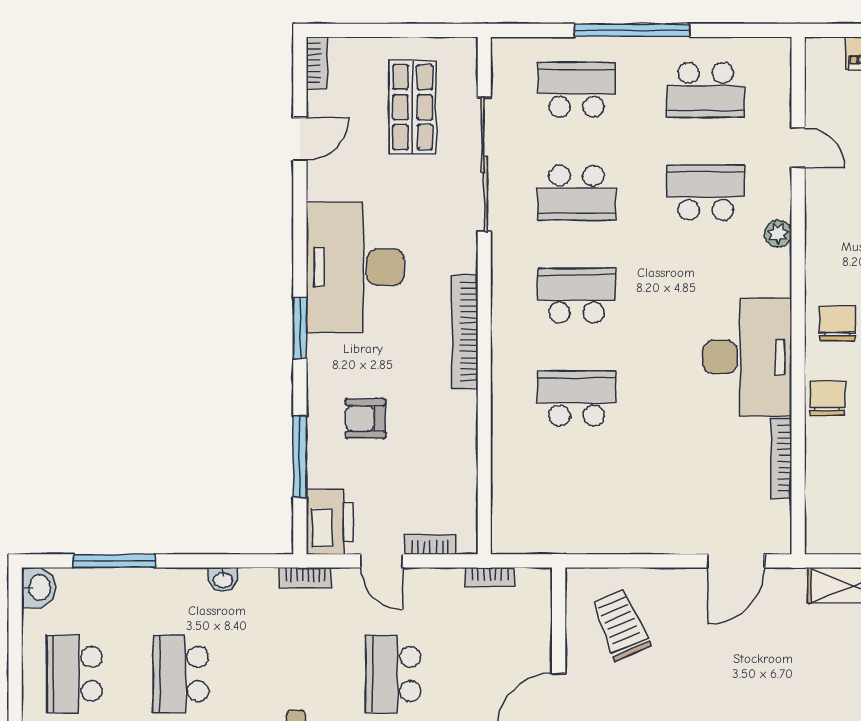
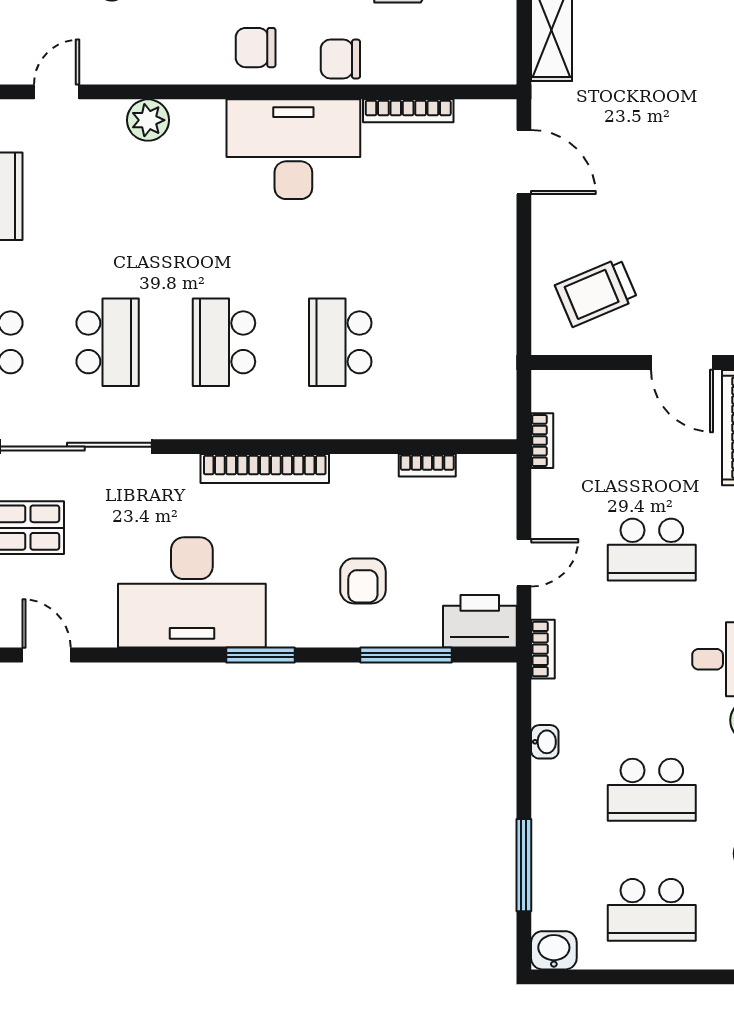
school desk: (706, 193) -> (108, 196), removed
plant: (778, 233) -> (148, 120), width x1.38, depth x1.38
bookcase: (430, 544) -> (427, 465), moved, turned -90

